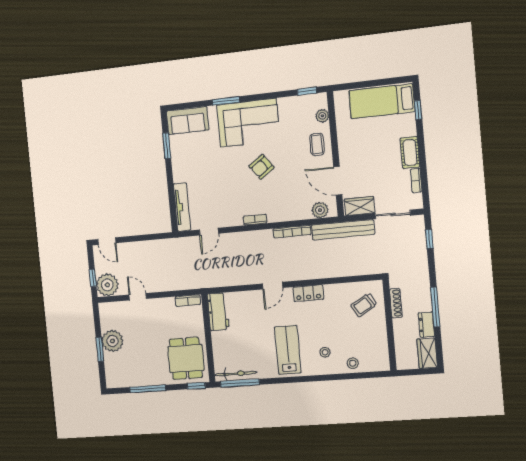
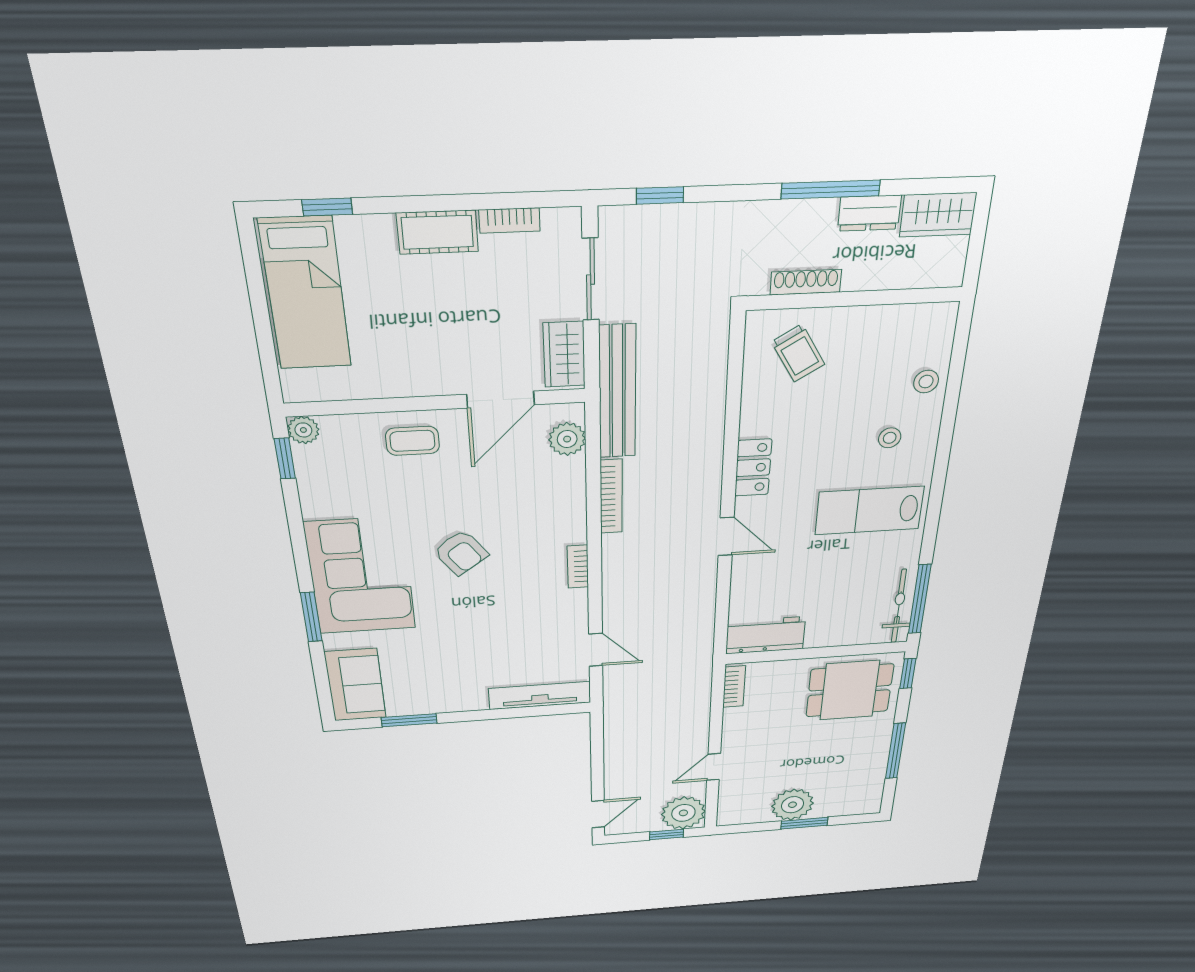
plant: (322, 116) -> (303, 430), moved

